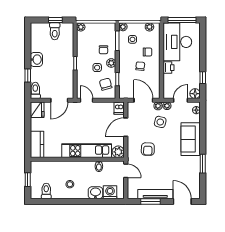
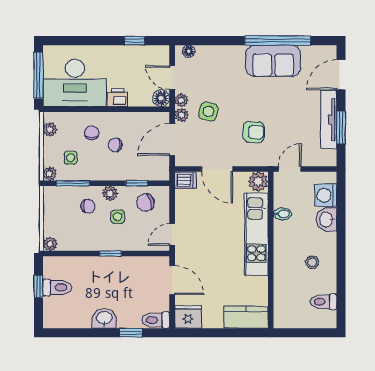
floor lamp: (195, 94) -> (161, 98), moved
sofa: (191, 139) -> (273, 61), moved
window: (203, 164) -> (278, 41), width x2.11
window: (28, 180) -> (305, 333), removed

